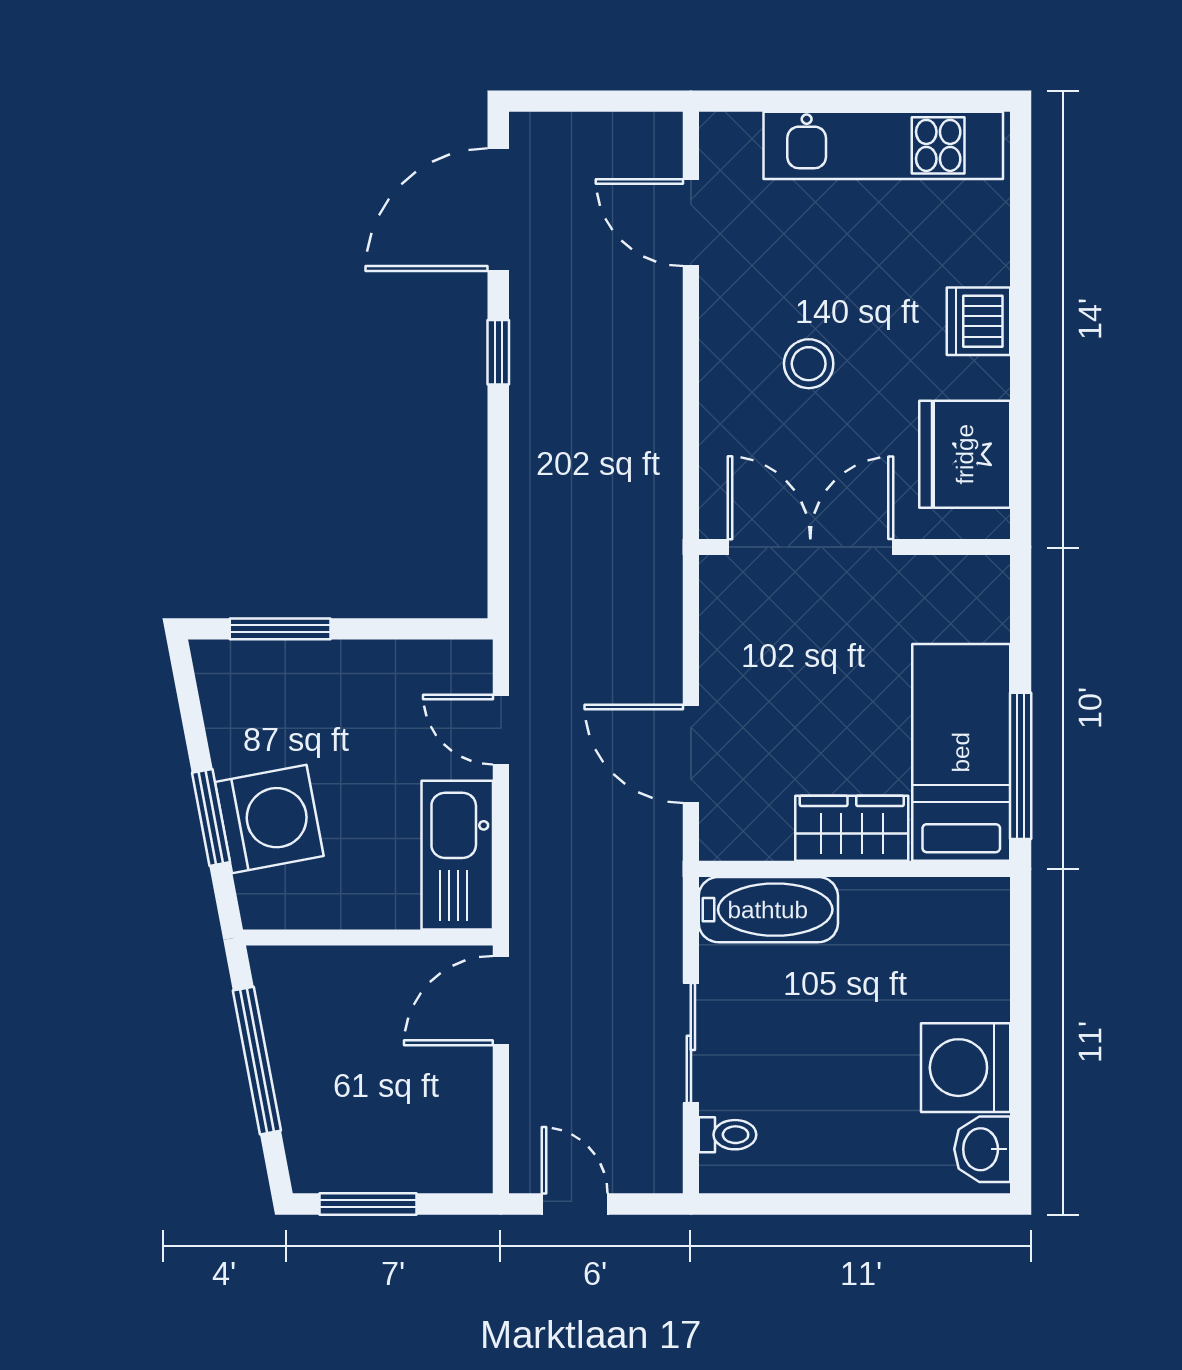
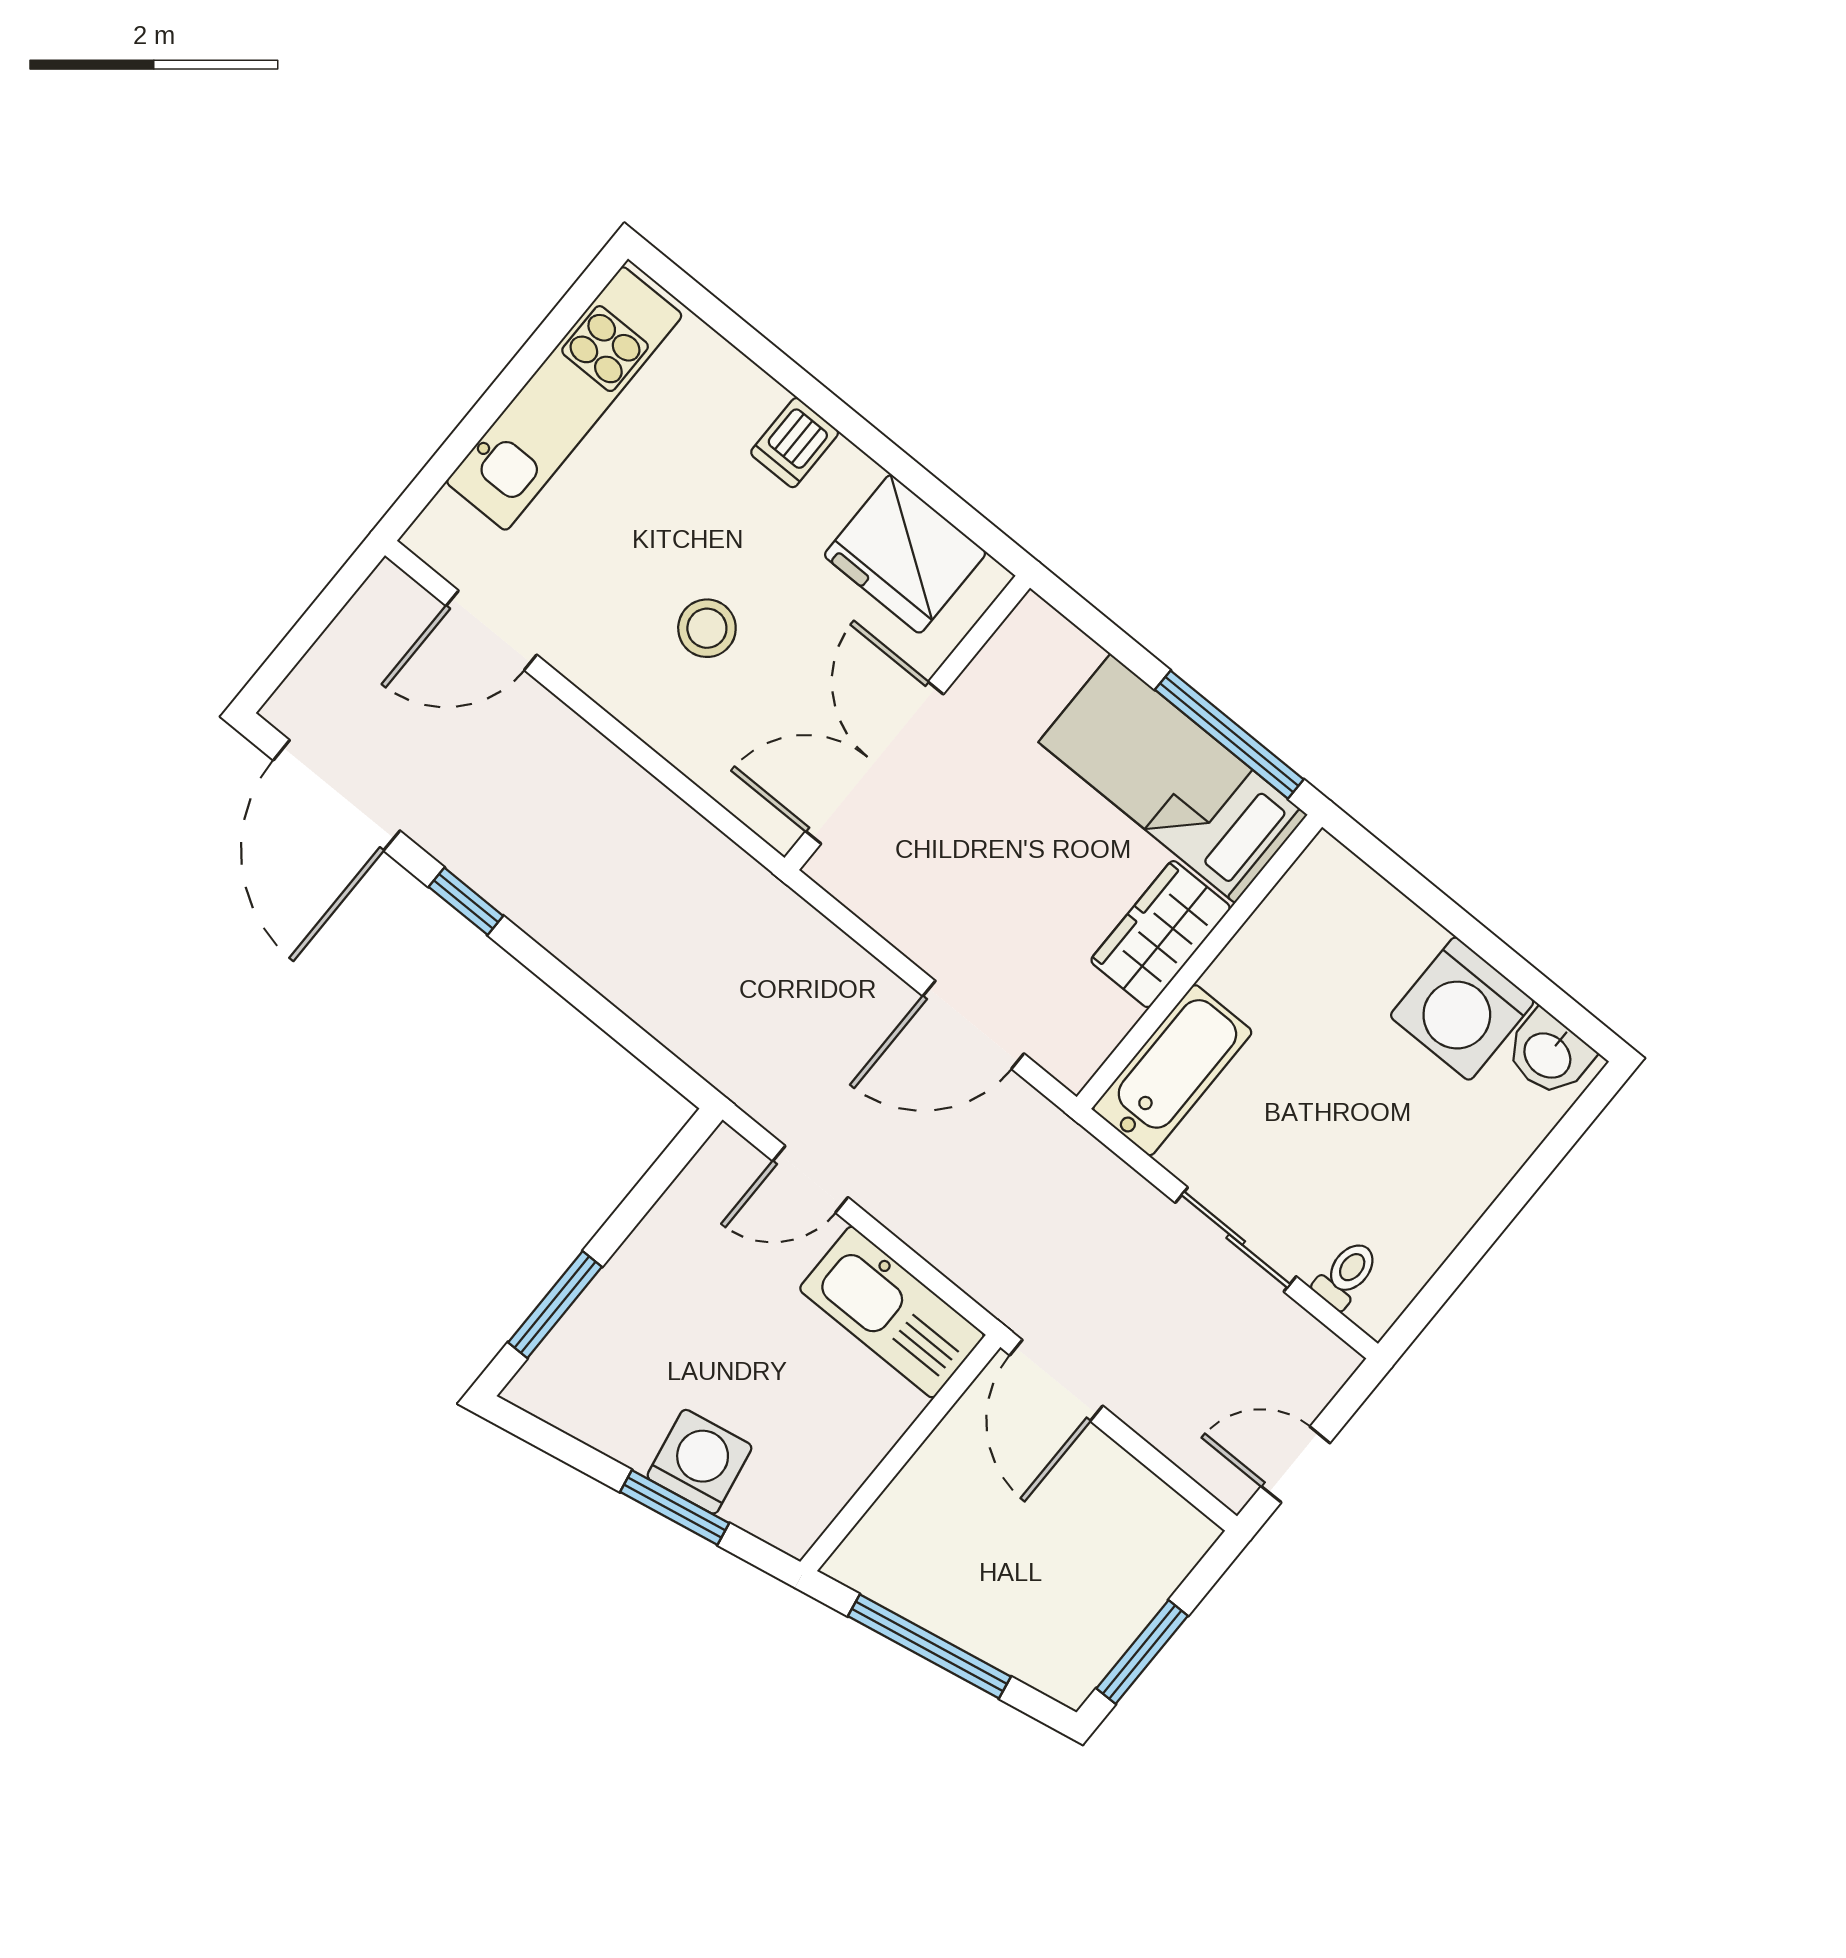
dishwasher: (978, 321) -> (795, 443), width x0.73
washing machine: (269, 819) -> (699, 1462), width x0.73, depth x0.73

